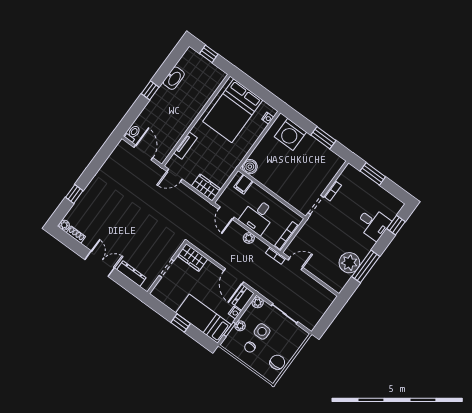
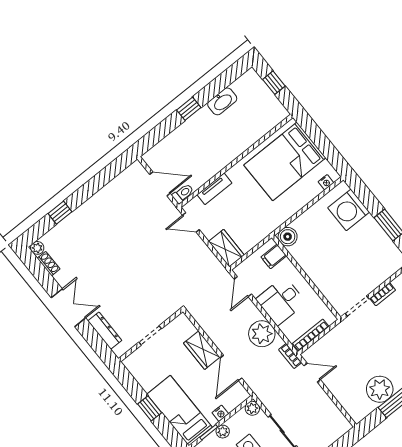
toilet: (133, 133) -> (183, 194), moved
door: (143, 153) -> (160, 184), hinge flipped
plant: (249, 238) -> (262, 334), width x1.87, depth x1.87
wardrobe: (192, 257) -> (202, 350), moved
dresser: (243, 298) -> (236, 398), removed

